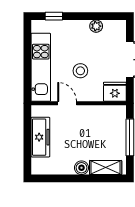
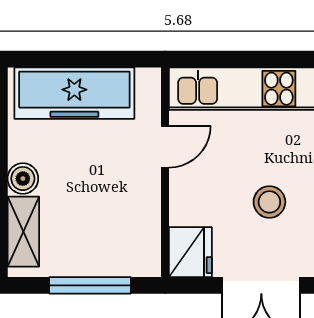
stool: (80, 71) -> (269, 202), moved
freezer: (40, 137) -> (74, 93), width x1.36, depth x1.26

